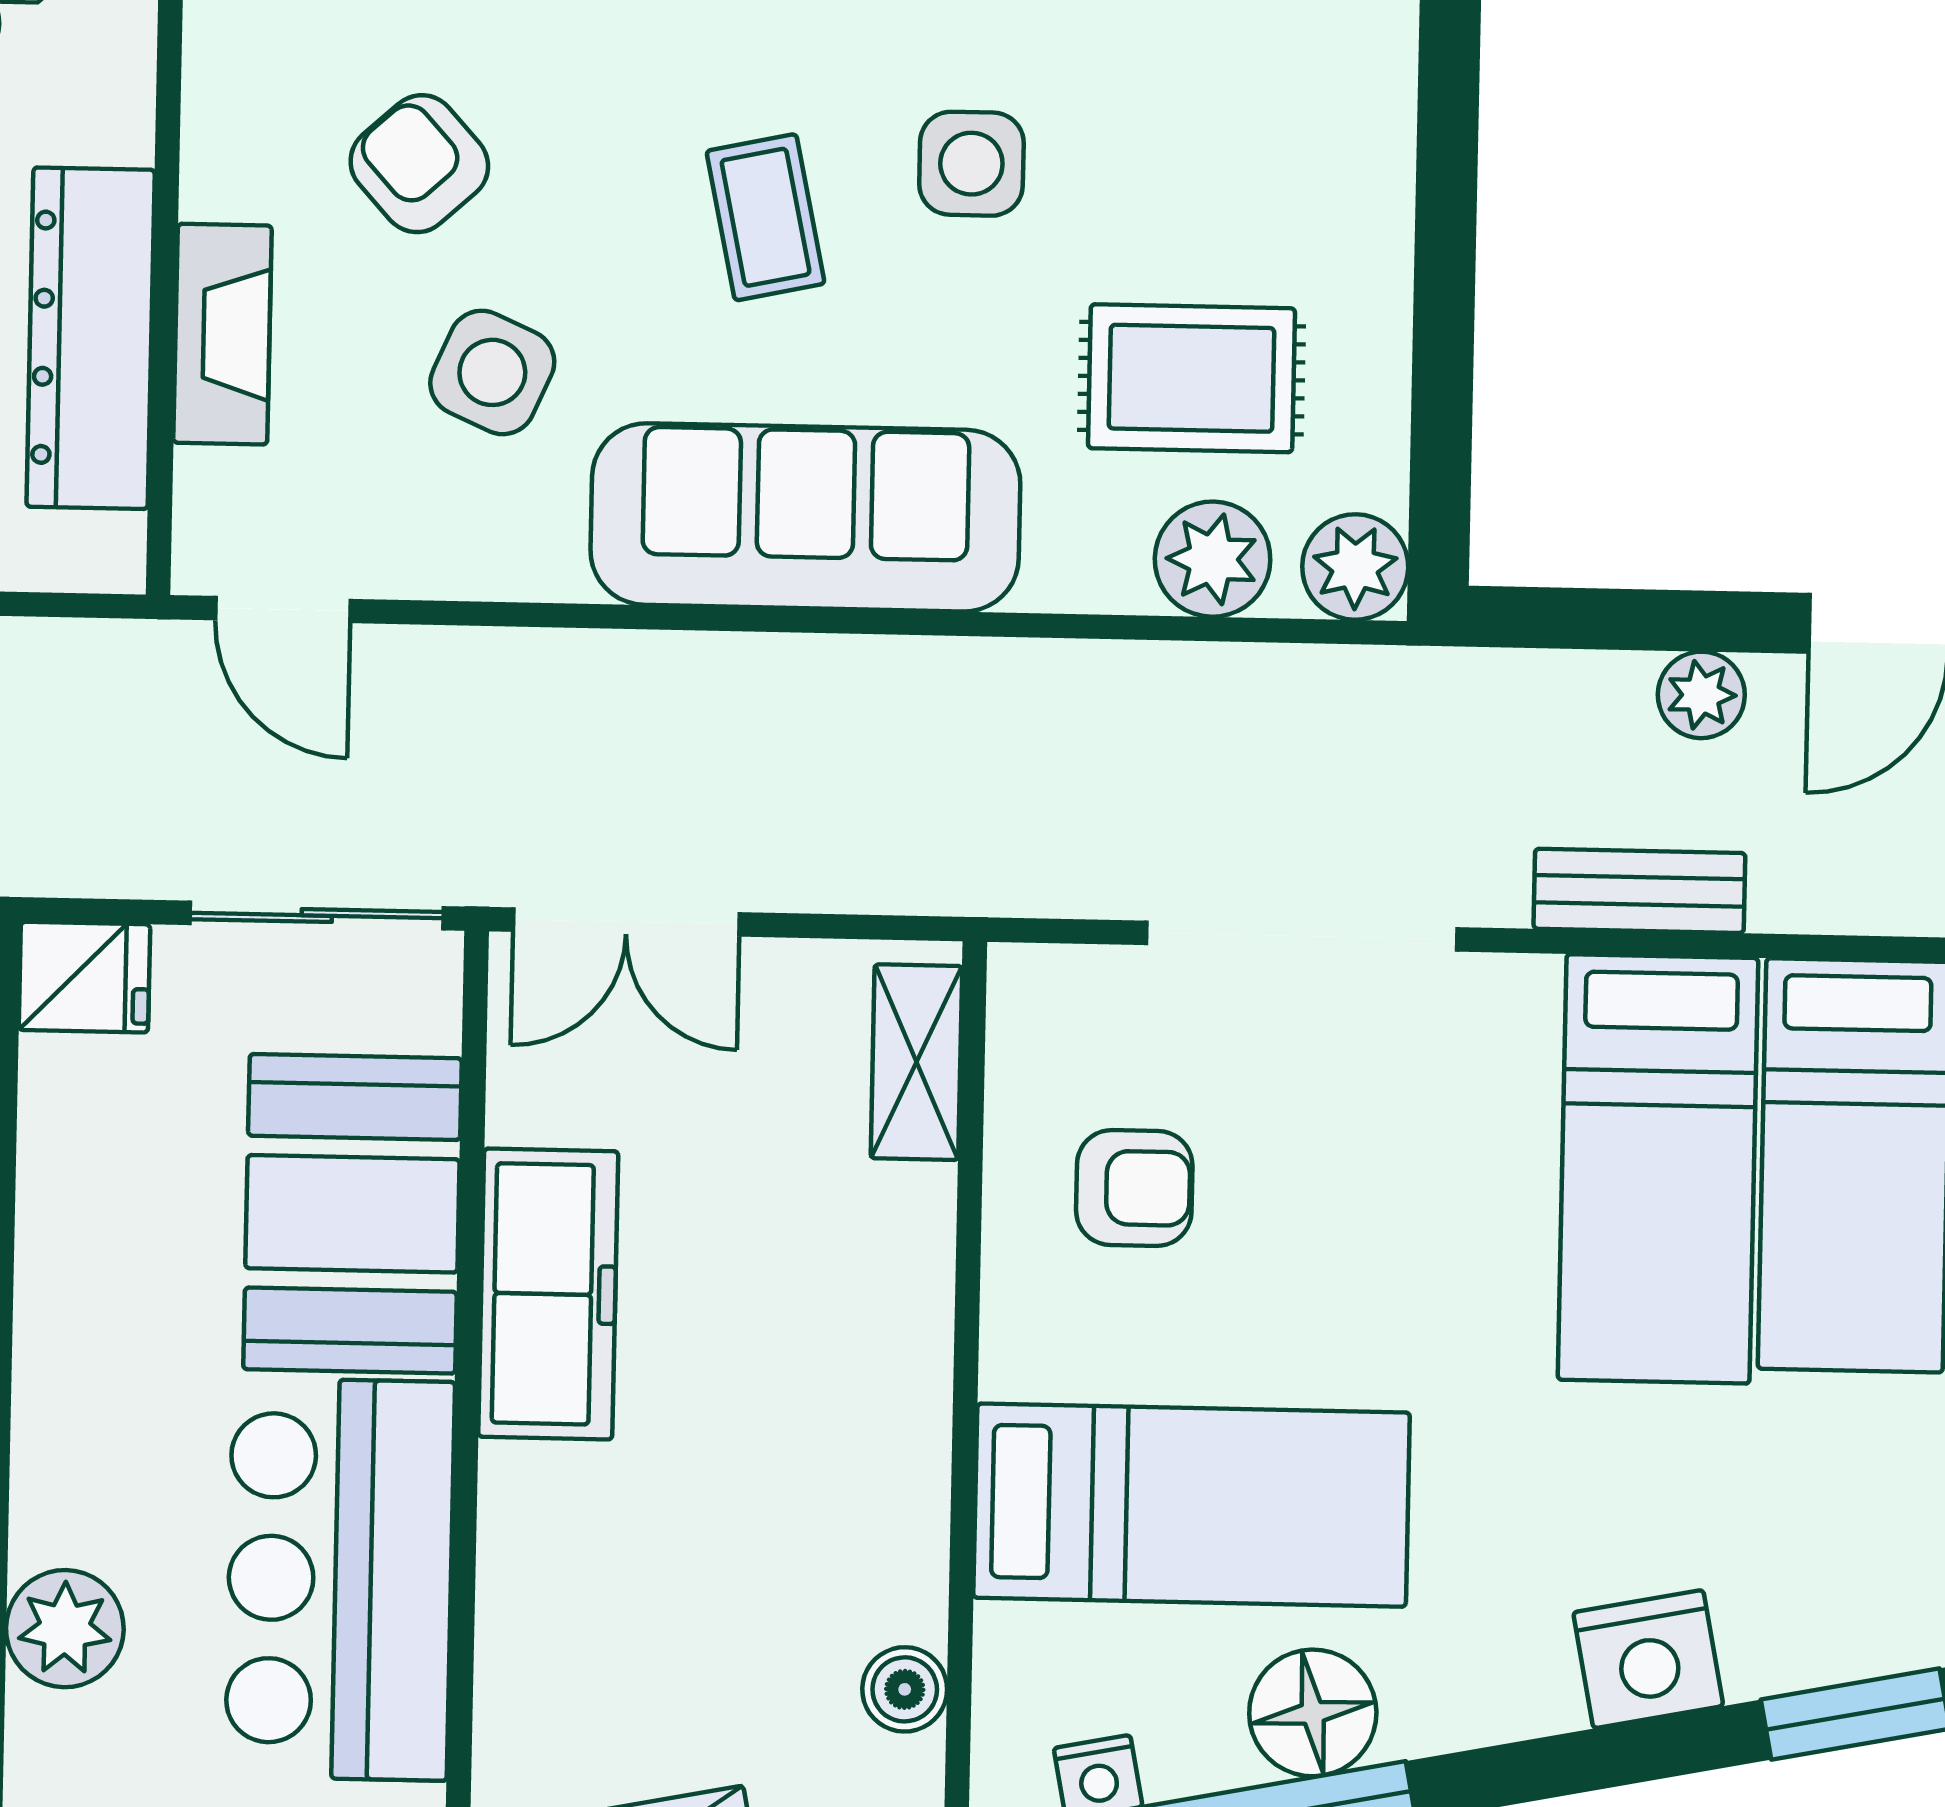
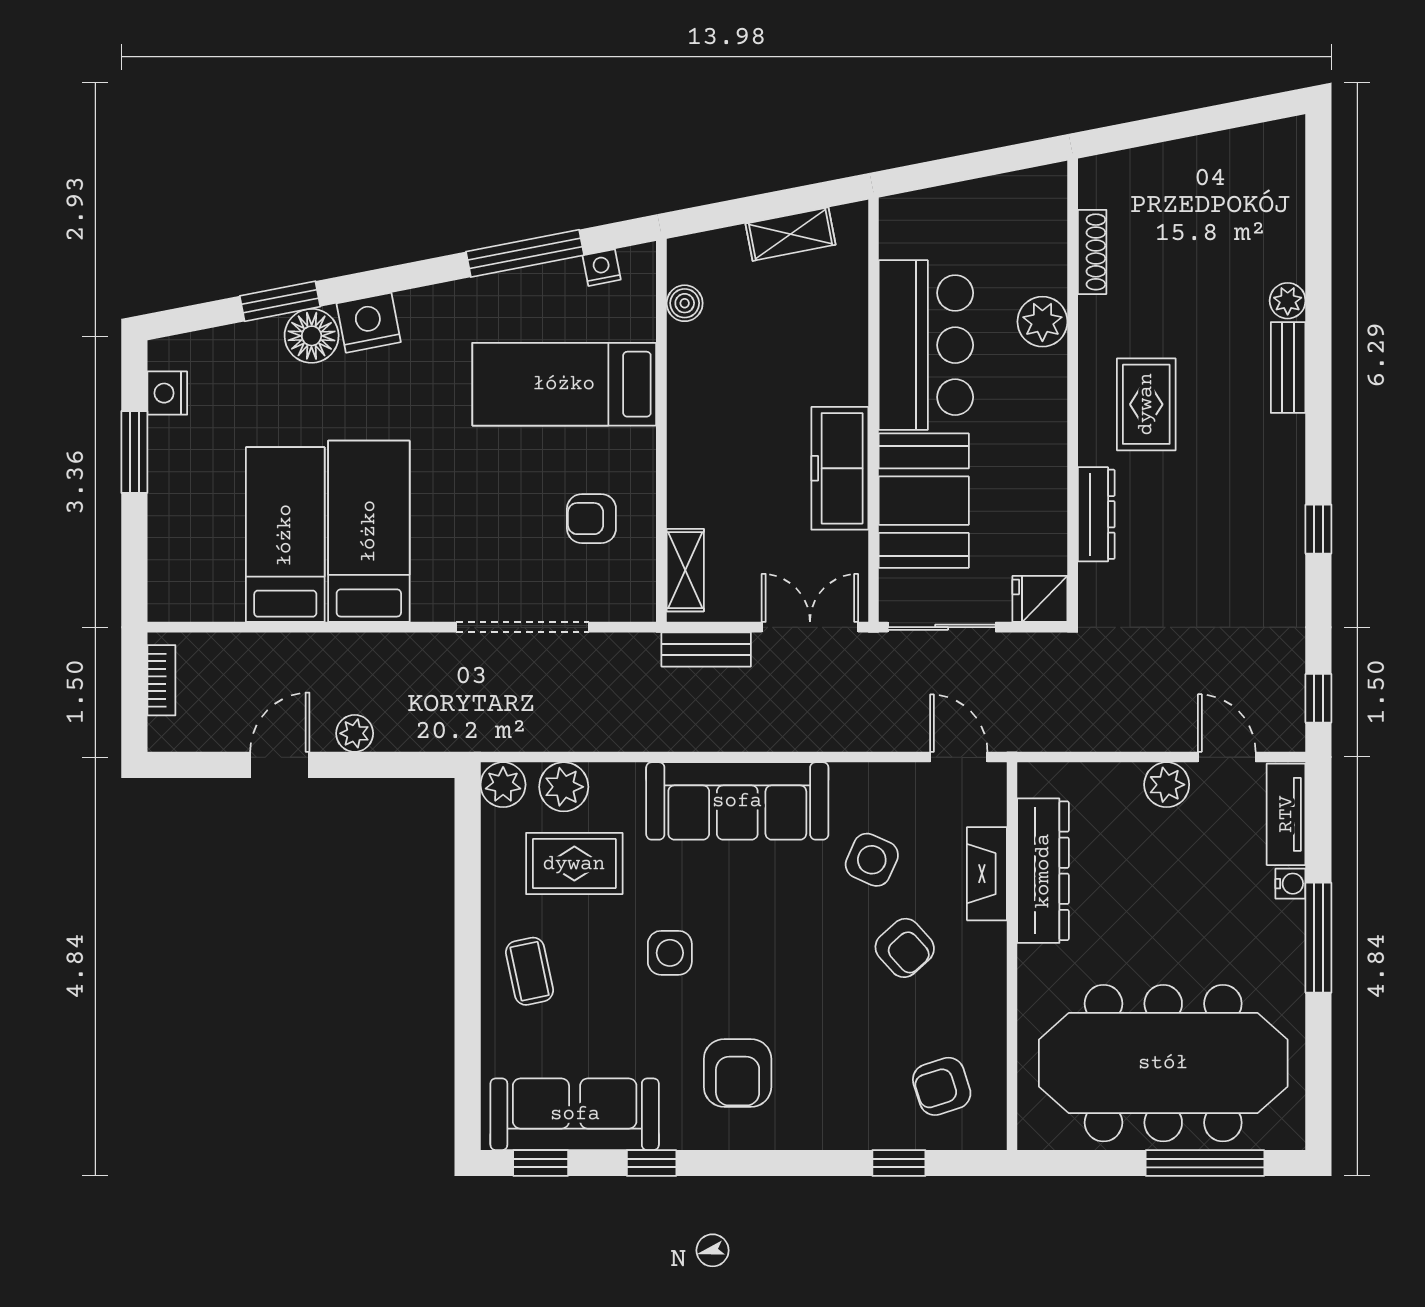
coffee table: (766, 217) -> (530, 971), moved
bench: (1639, 891) -> (706, 649), moved
floor lamp: (1313, 1713) -> (312, 336), moved

